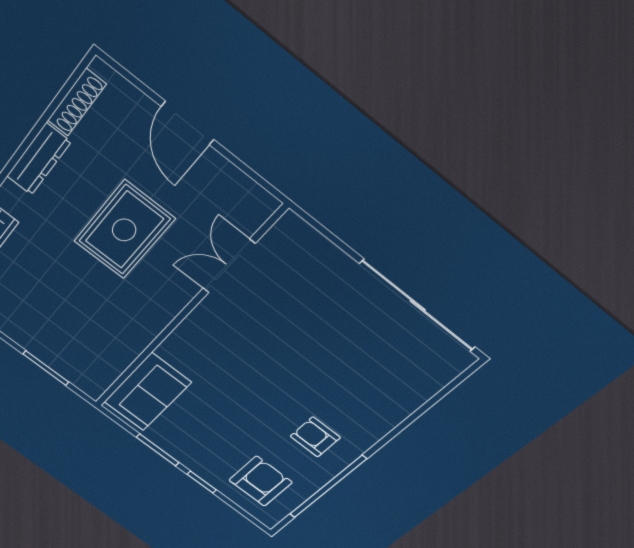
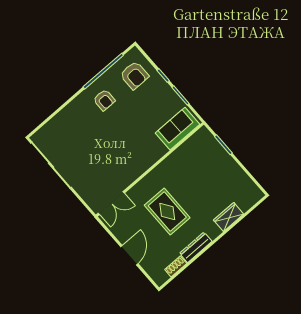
shoe rack: (77, 102) -> (176, 267), width x0.70
rug: (124, 230) -> (167, 212), turned 90
double door: (229, 266) -> (111, 203), moved
armchair: (260, 481) -> (134, 75), turned -90

